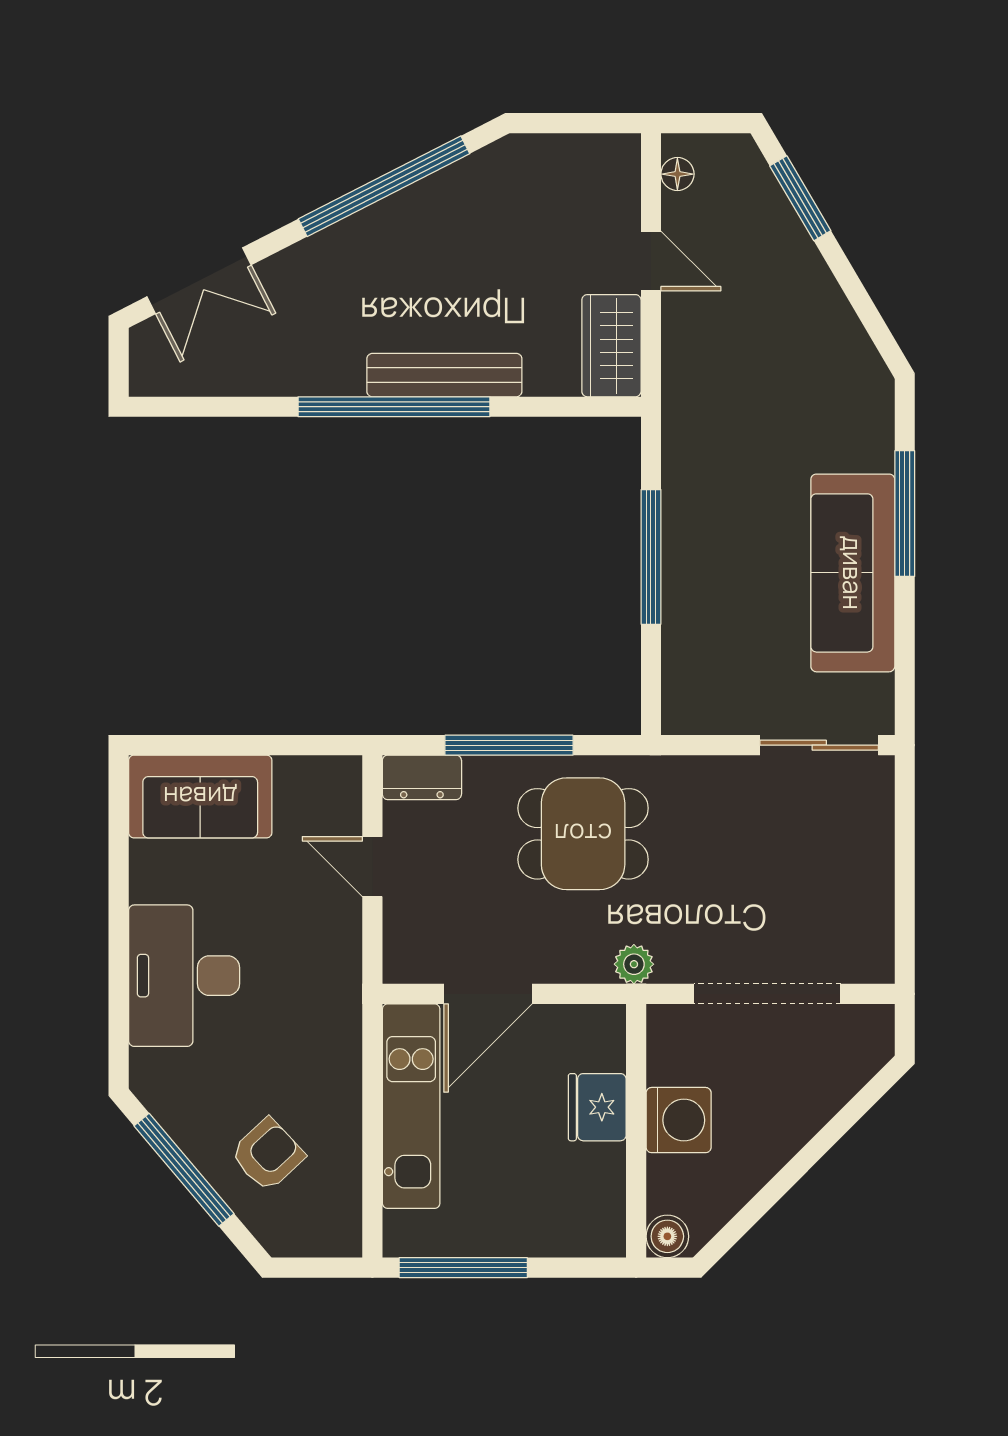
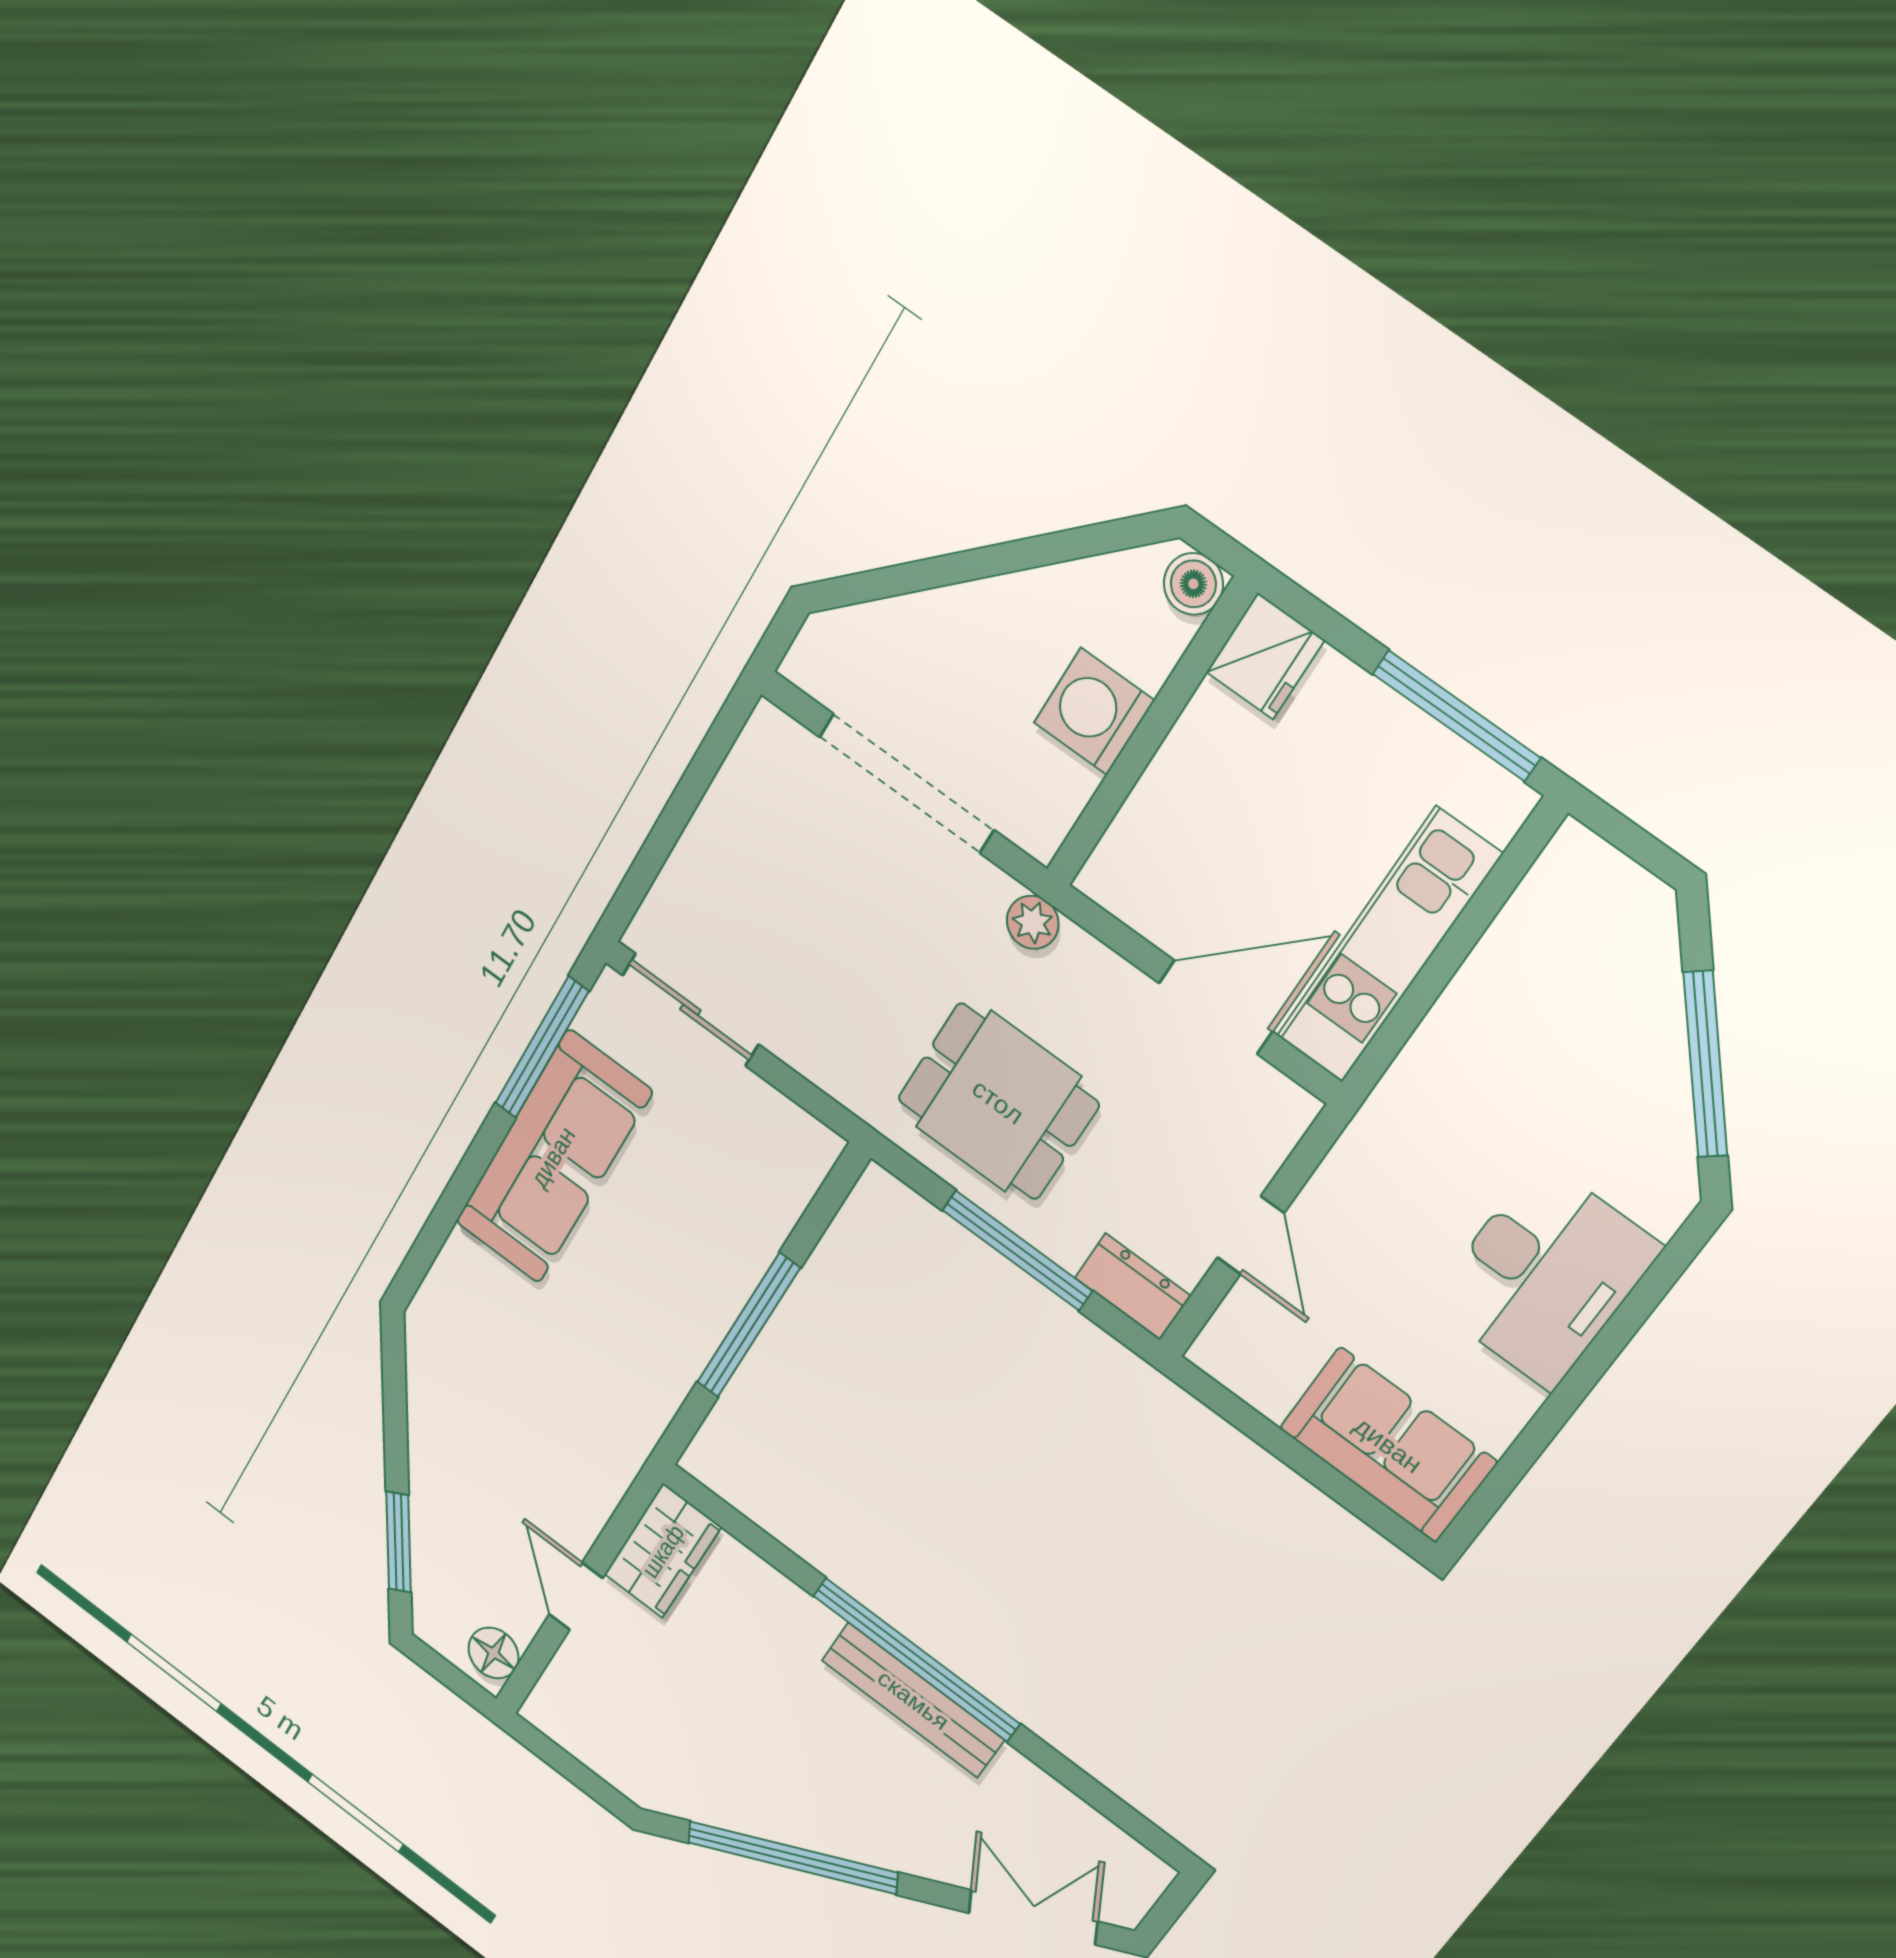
floor lamp: (677, 174) -> (493, 1653), width x1.37, depth x1.37
bench: (444, 375) -> (913, 1700), moved
window: (905, 514) -> (542, 1047), moved
fridge: (597, 1107) -> (1265, 656), moved
armchair: (267, 1155) -> (1594, 1011), removed

